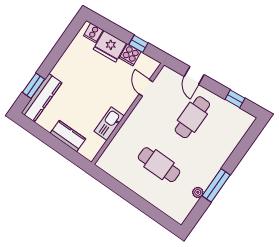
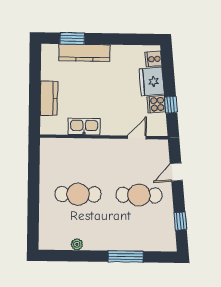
kitchen counter: (42, 98) -> (84, 53), moved
cafe table: (159, 165) -> (78, 194), turned 90
window: (216, 185) -> (126, 257), moved

